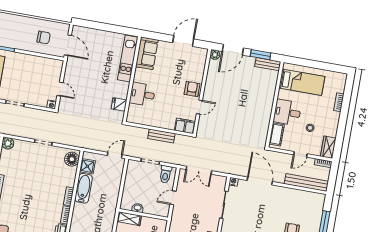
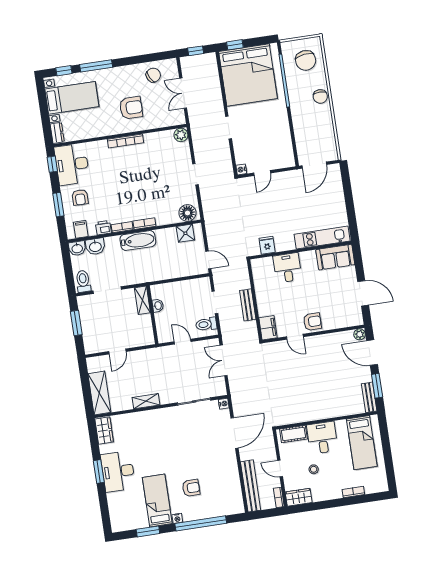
chair: (44, 37) -> (320, 96), moved
bathtub: (84, 188) -> (138, 241), moved

